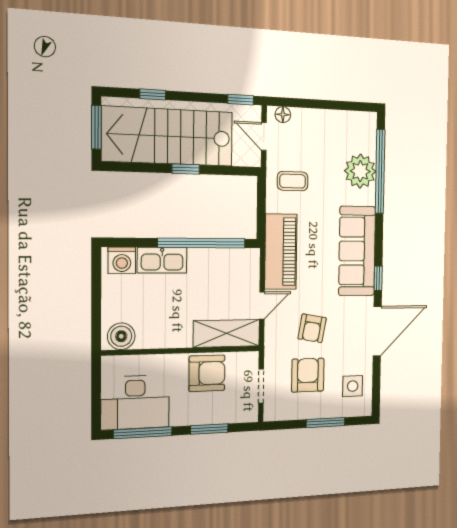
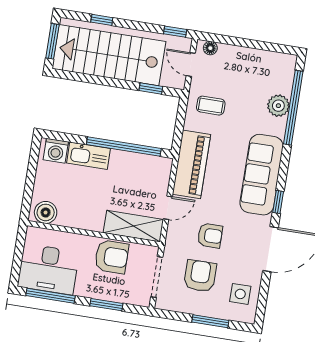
window: (186, 169) -> (151, 89), moved
plant: (360, 171) -> (278, 106), width x0.73, depth x0.73
armchair: (312, 328) -> (210, 236), turned -100
doorway: (261, 386) -> (157, 277), width x1.38

